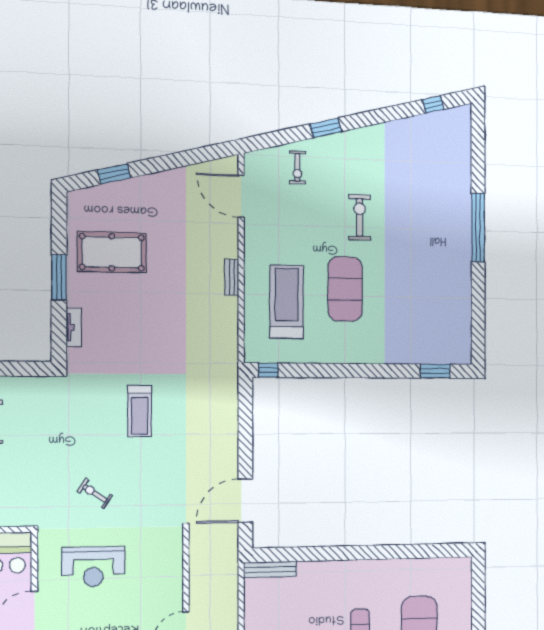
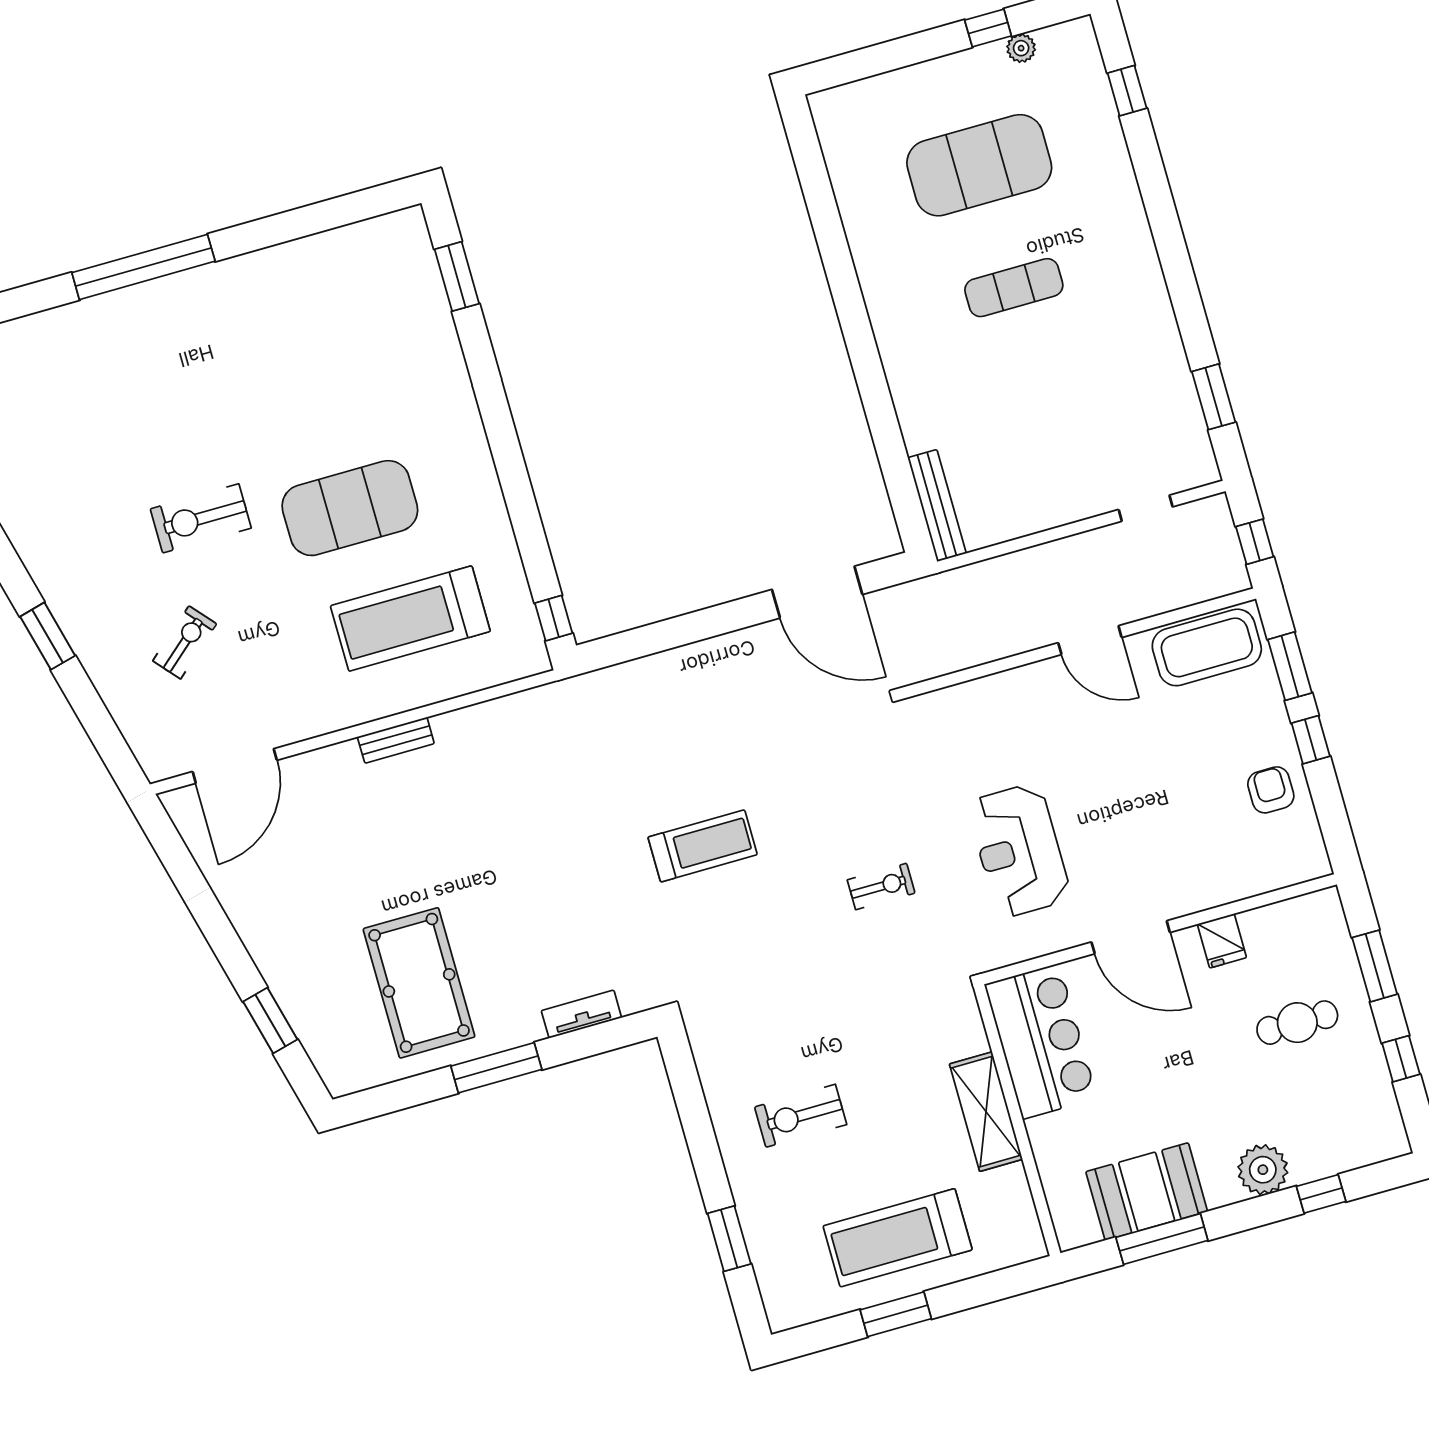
exercise bike: (297, 167) -> (185, 642), moved, turned -41
exercise bike: (95, 493) -> (881, 886), turned -124
reception desk: (93, 567) -> (1019, 850), turned 180

